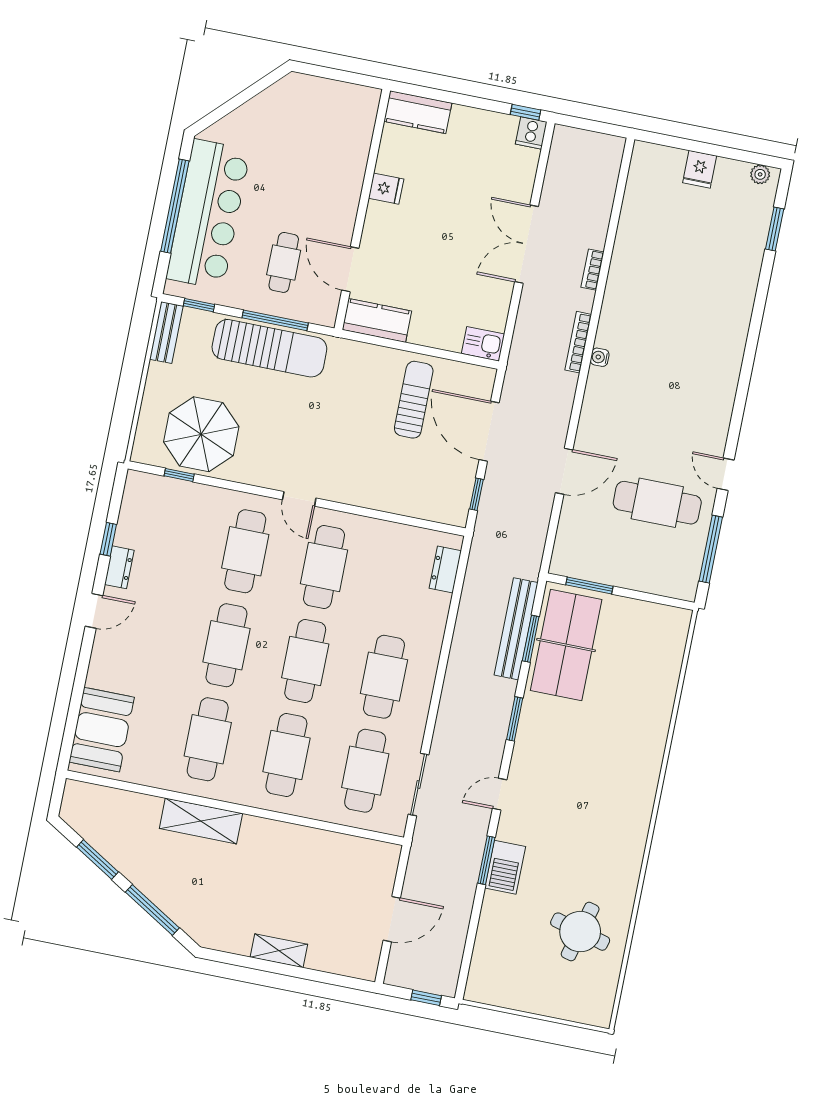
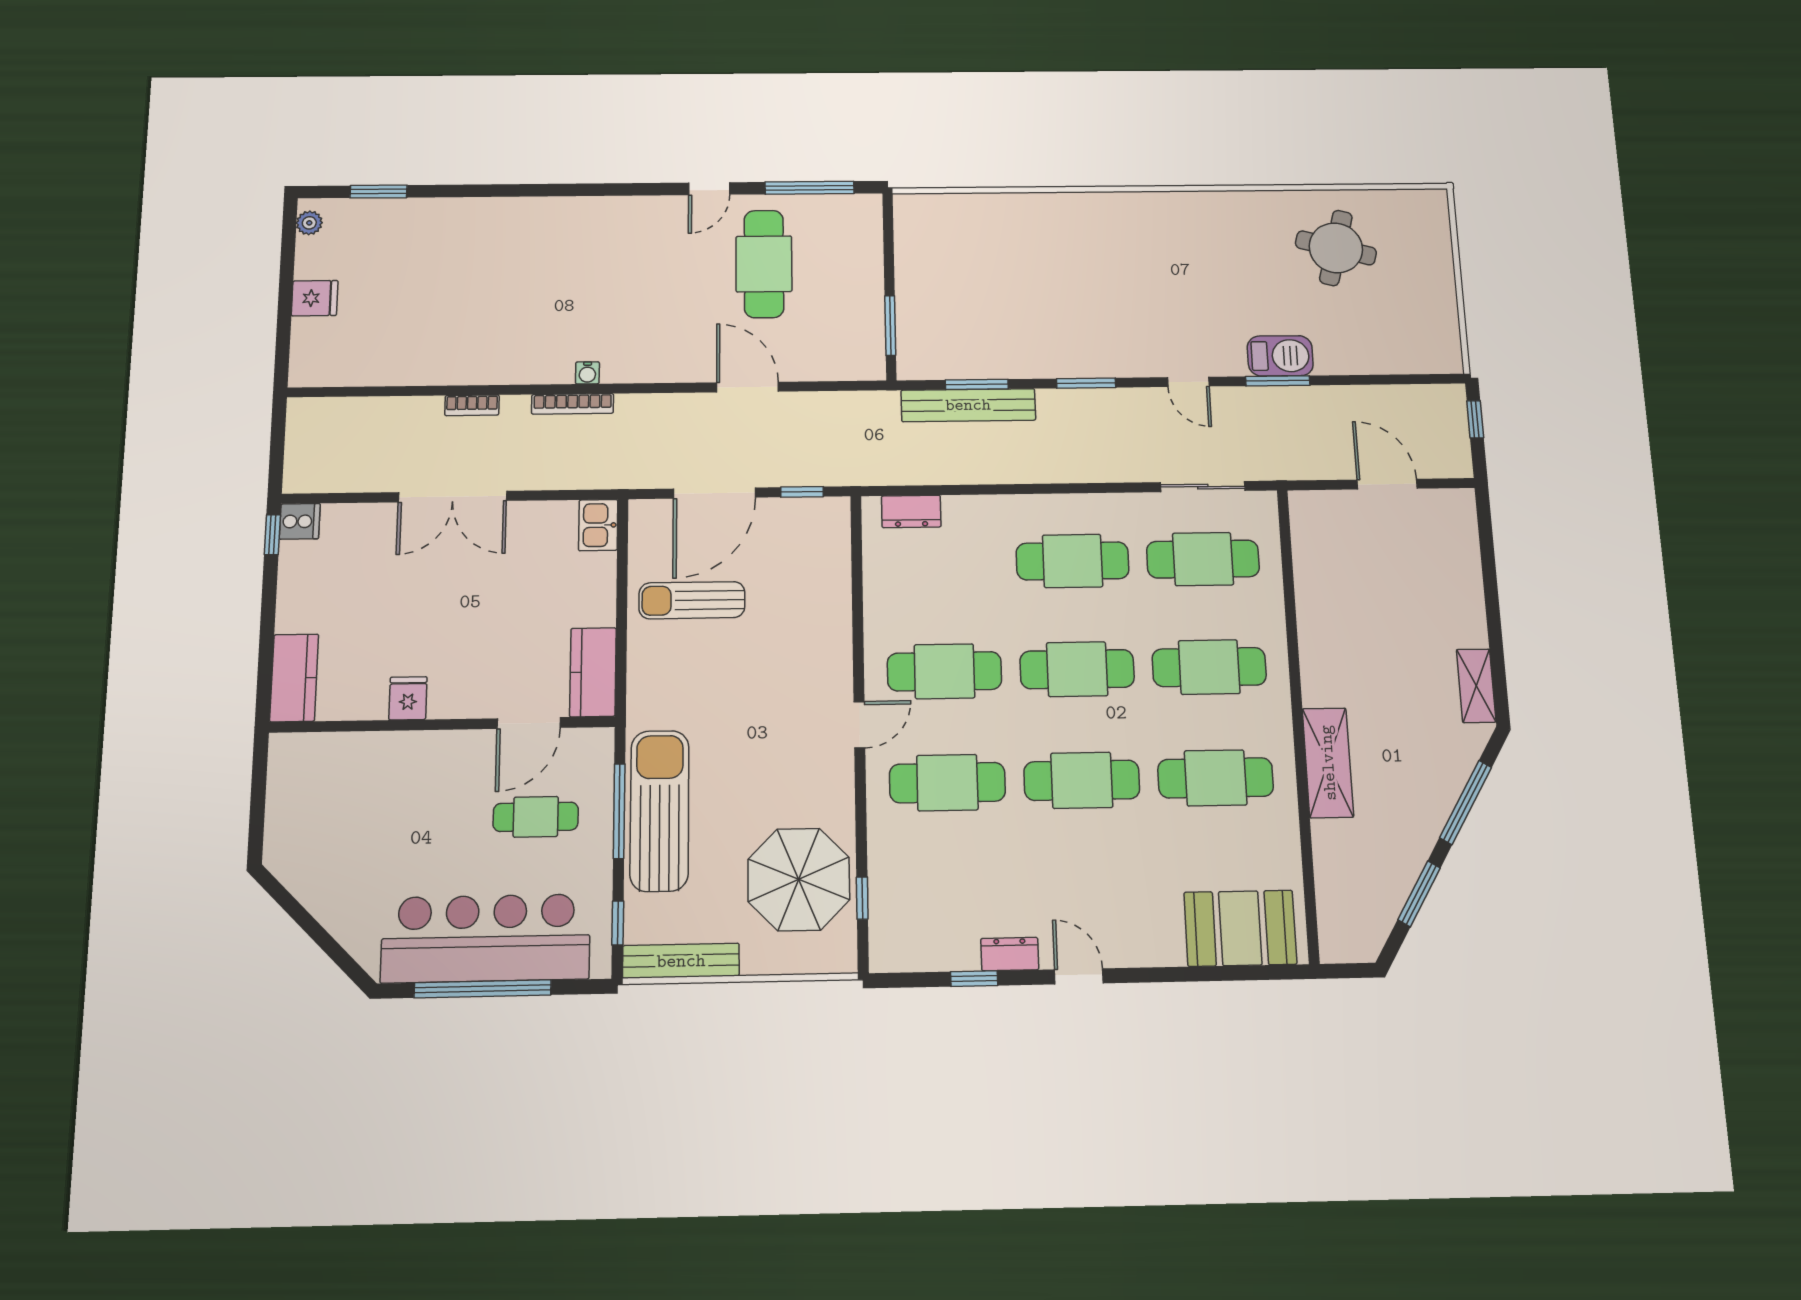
bench: (166, 333) -> (681, 961), width x1.36
table tennis table: (566, 645) -> (974, 339), removed
shelving: (279, 951) -> (1476, 686), moved

